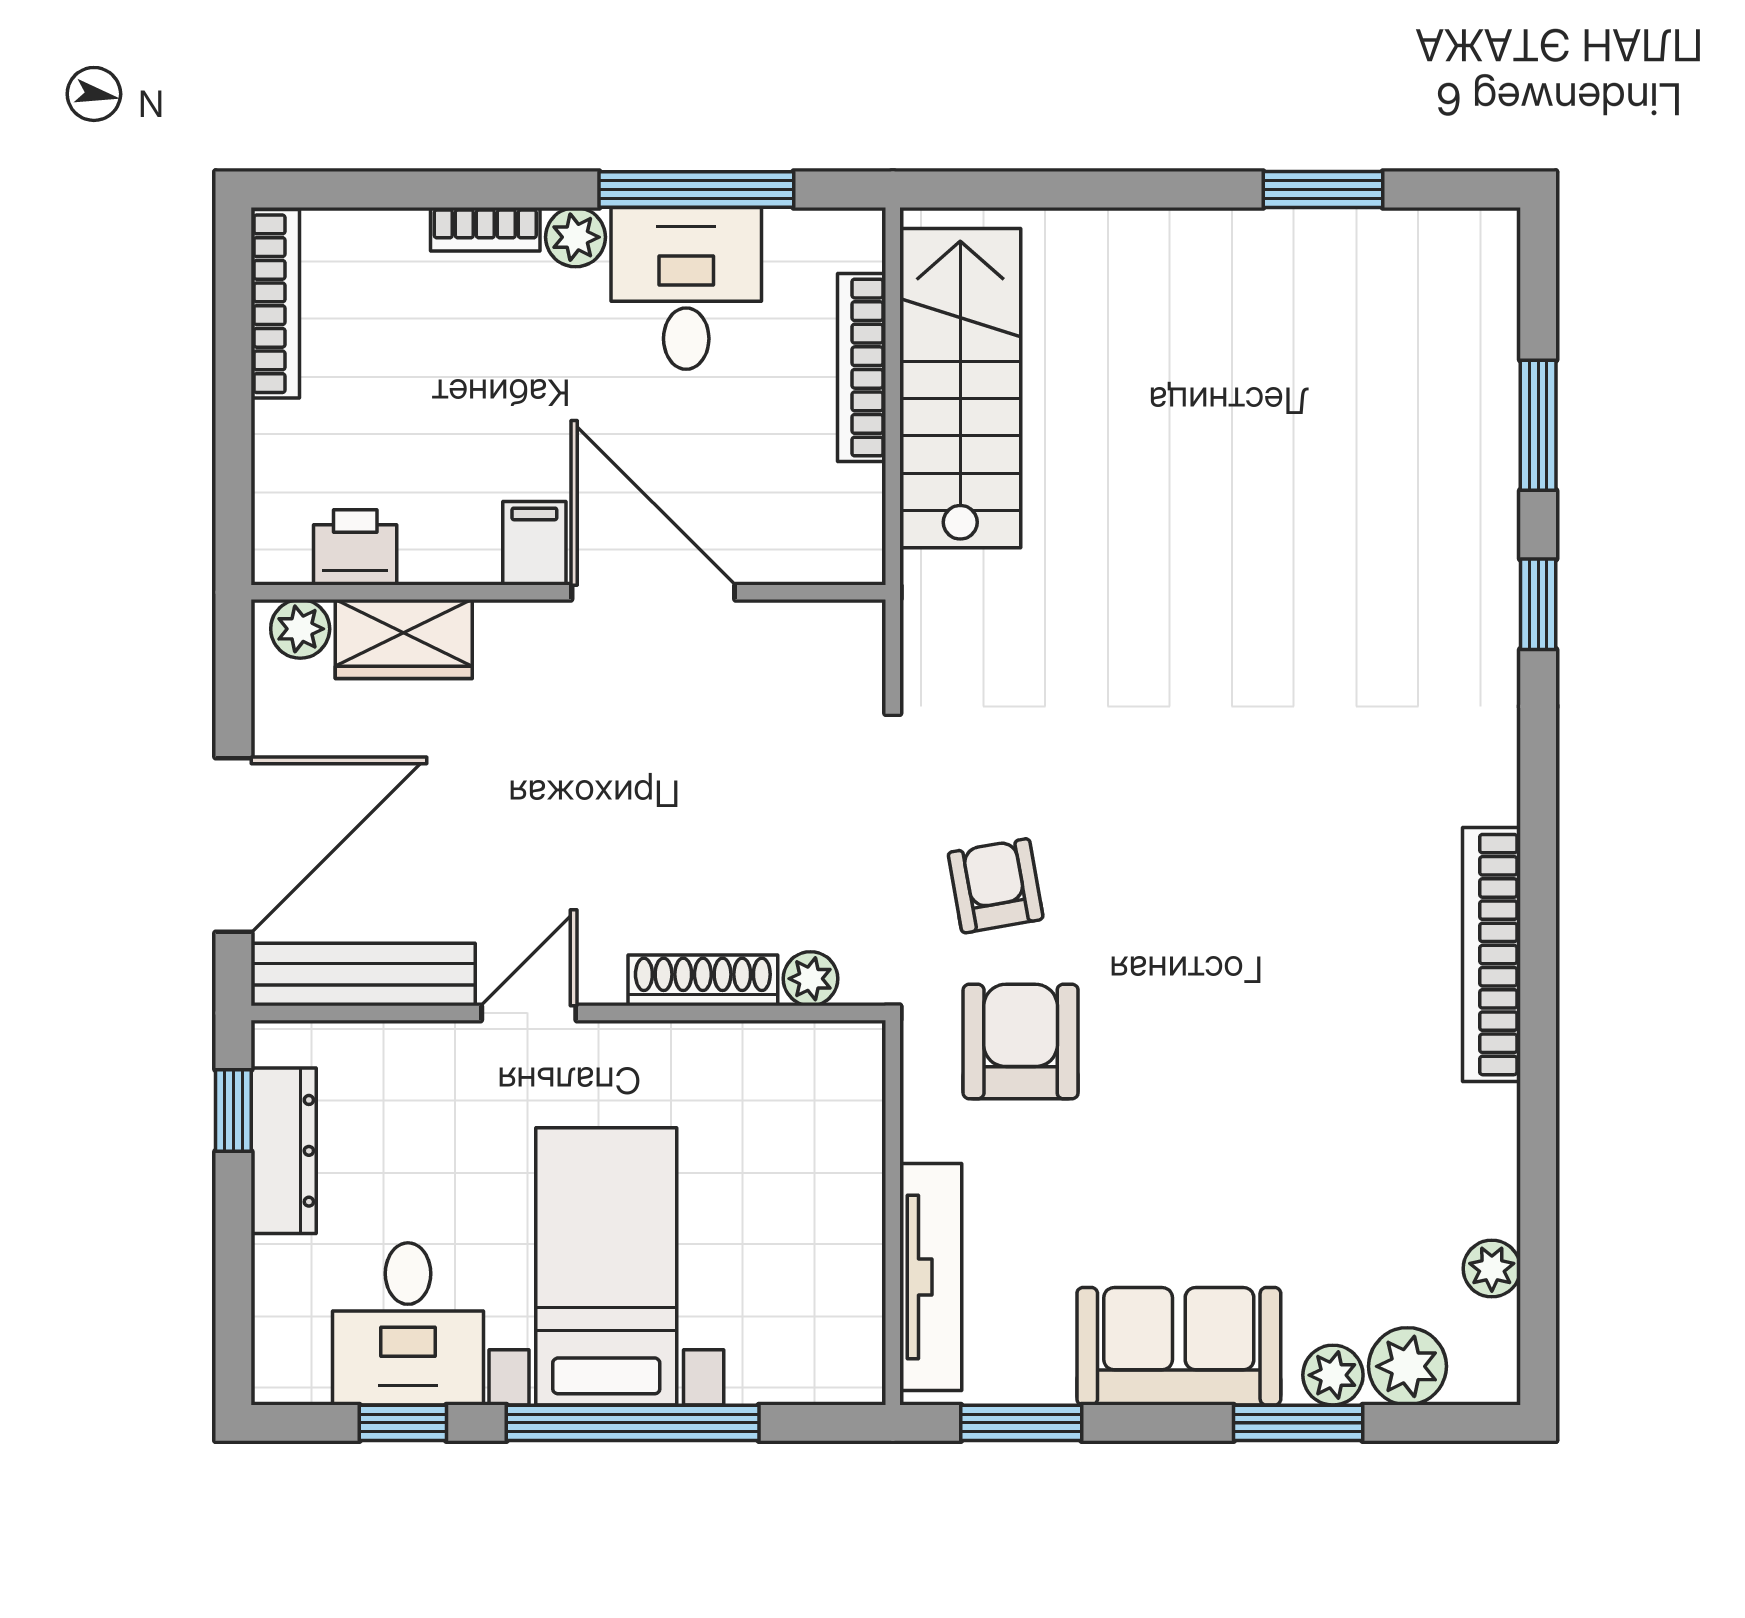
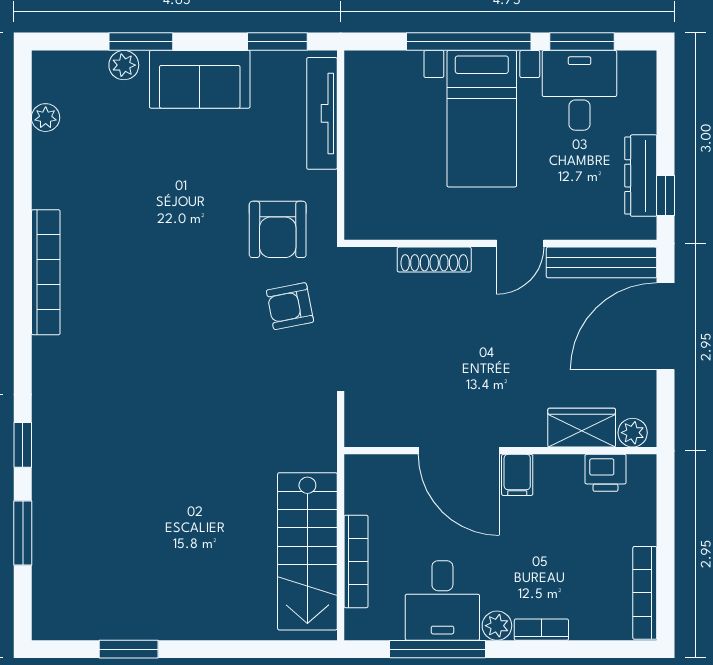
armchair: (996, 886) -> (290, 306), turned 89
plant: (810, 979) -> (381, 260), removed
plant: (1407, 1366) -> (87, 69), removed
window: (403, 1423) -> (582, 42), width x1.50

